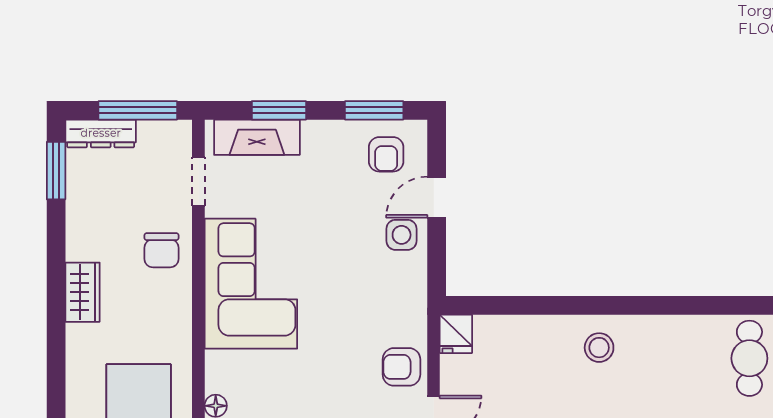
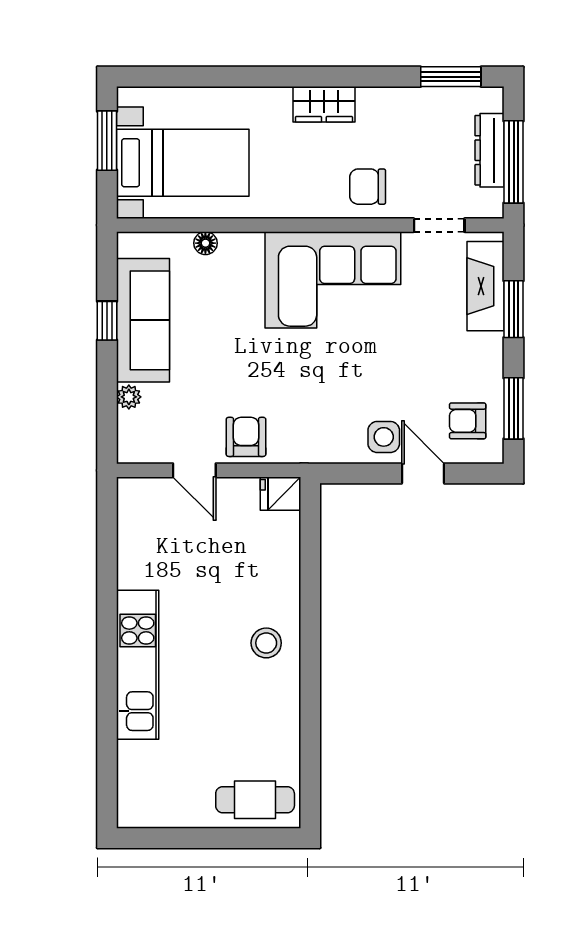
dresser: (101, 133) -> (489, 150), moved

